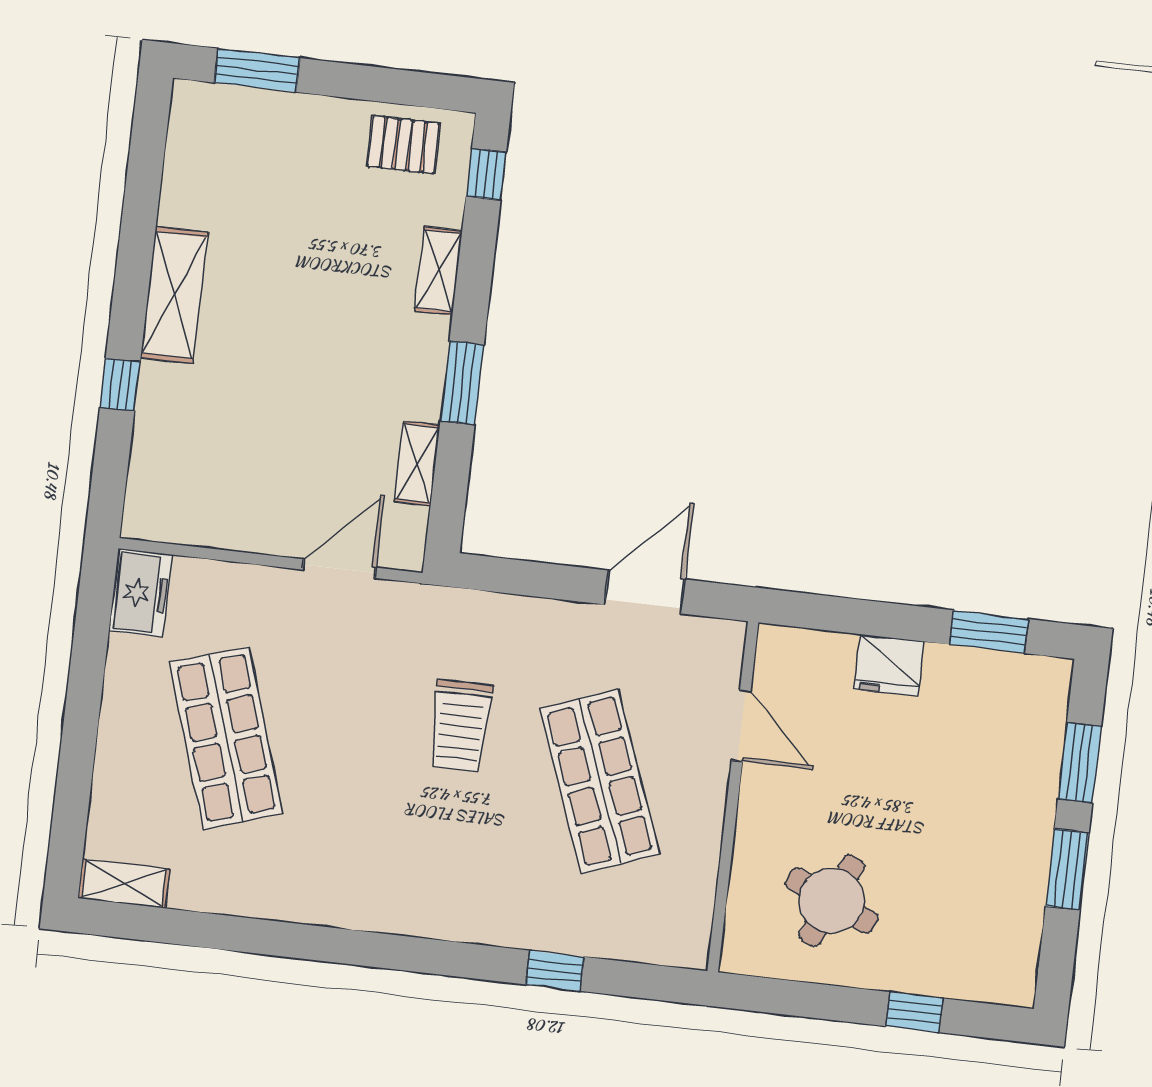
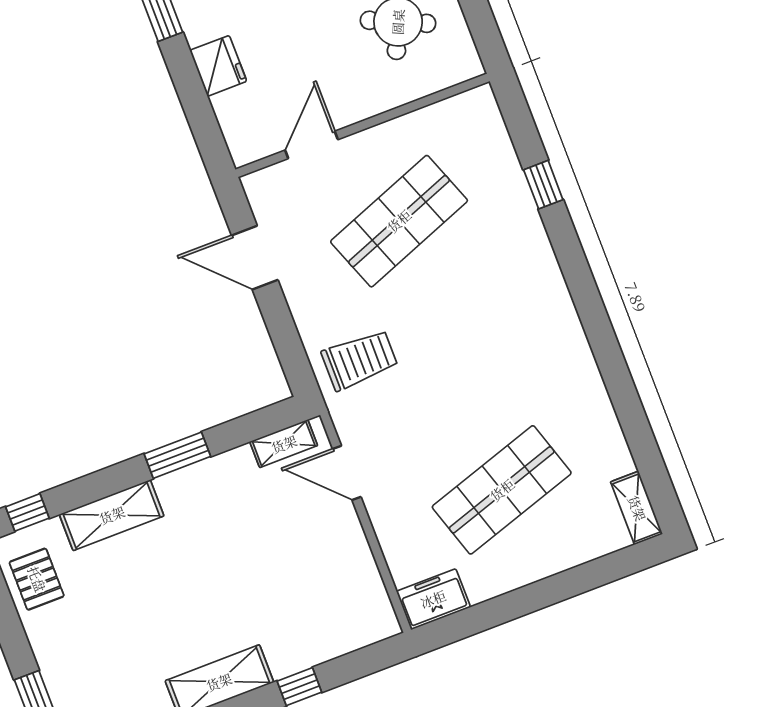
shelving: (439, 271) -> (112, 515), width x1.50, depth x1.33
shelving: (417, 463) -> (284, 444), moved
trolley: (460, 726) -> (360, 360), moved

